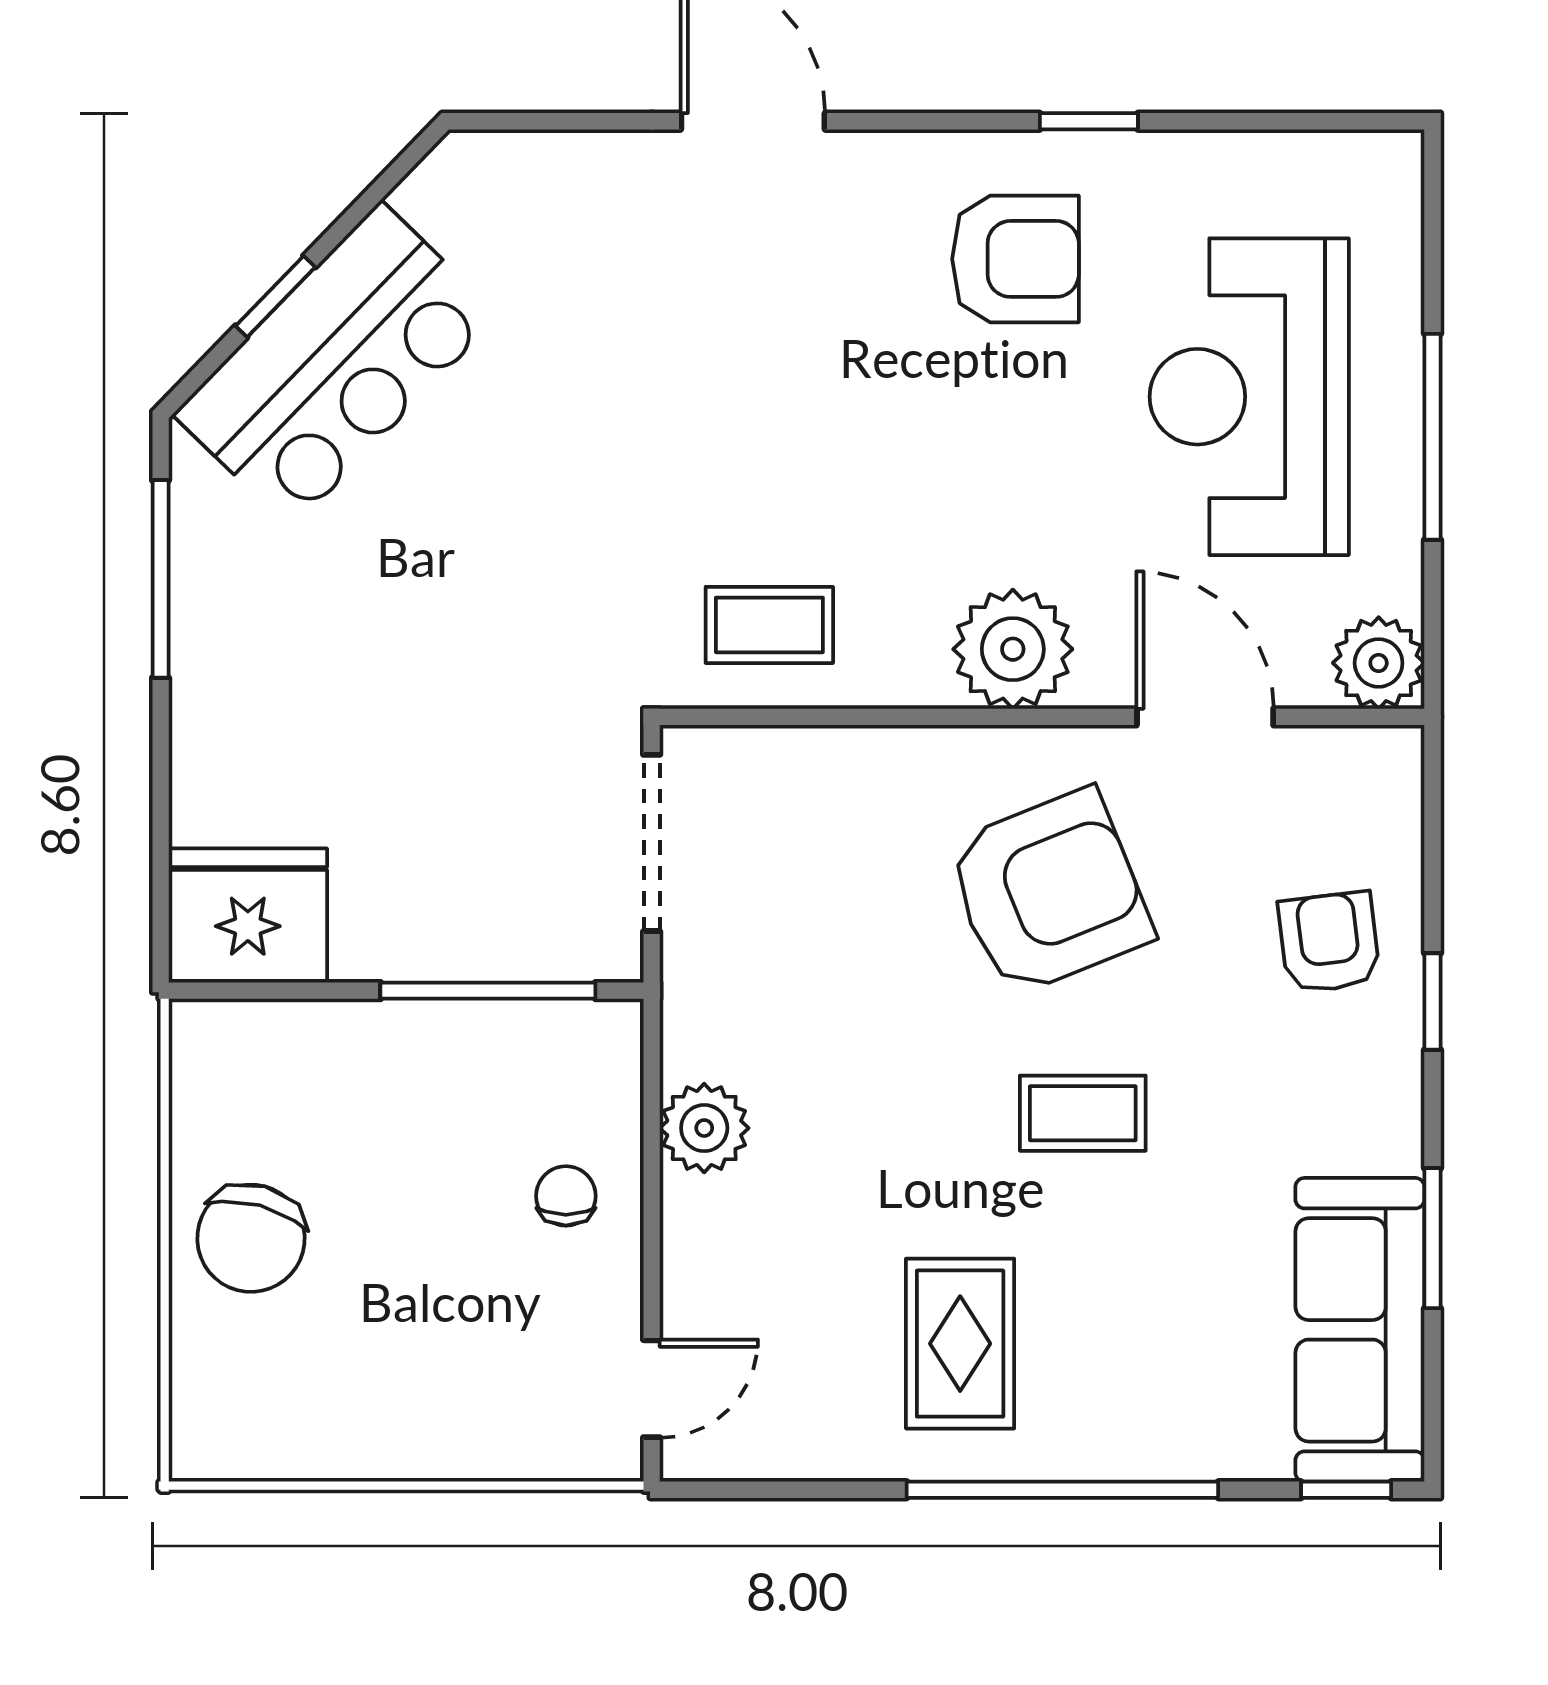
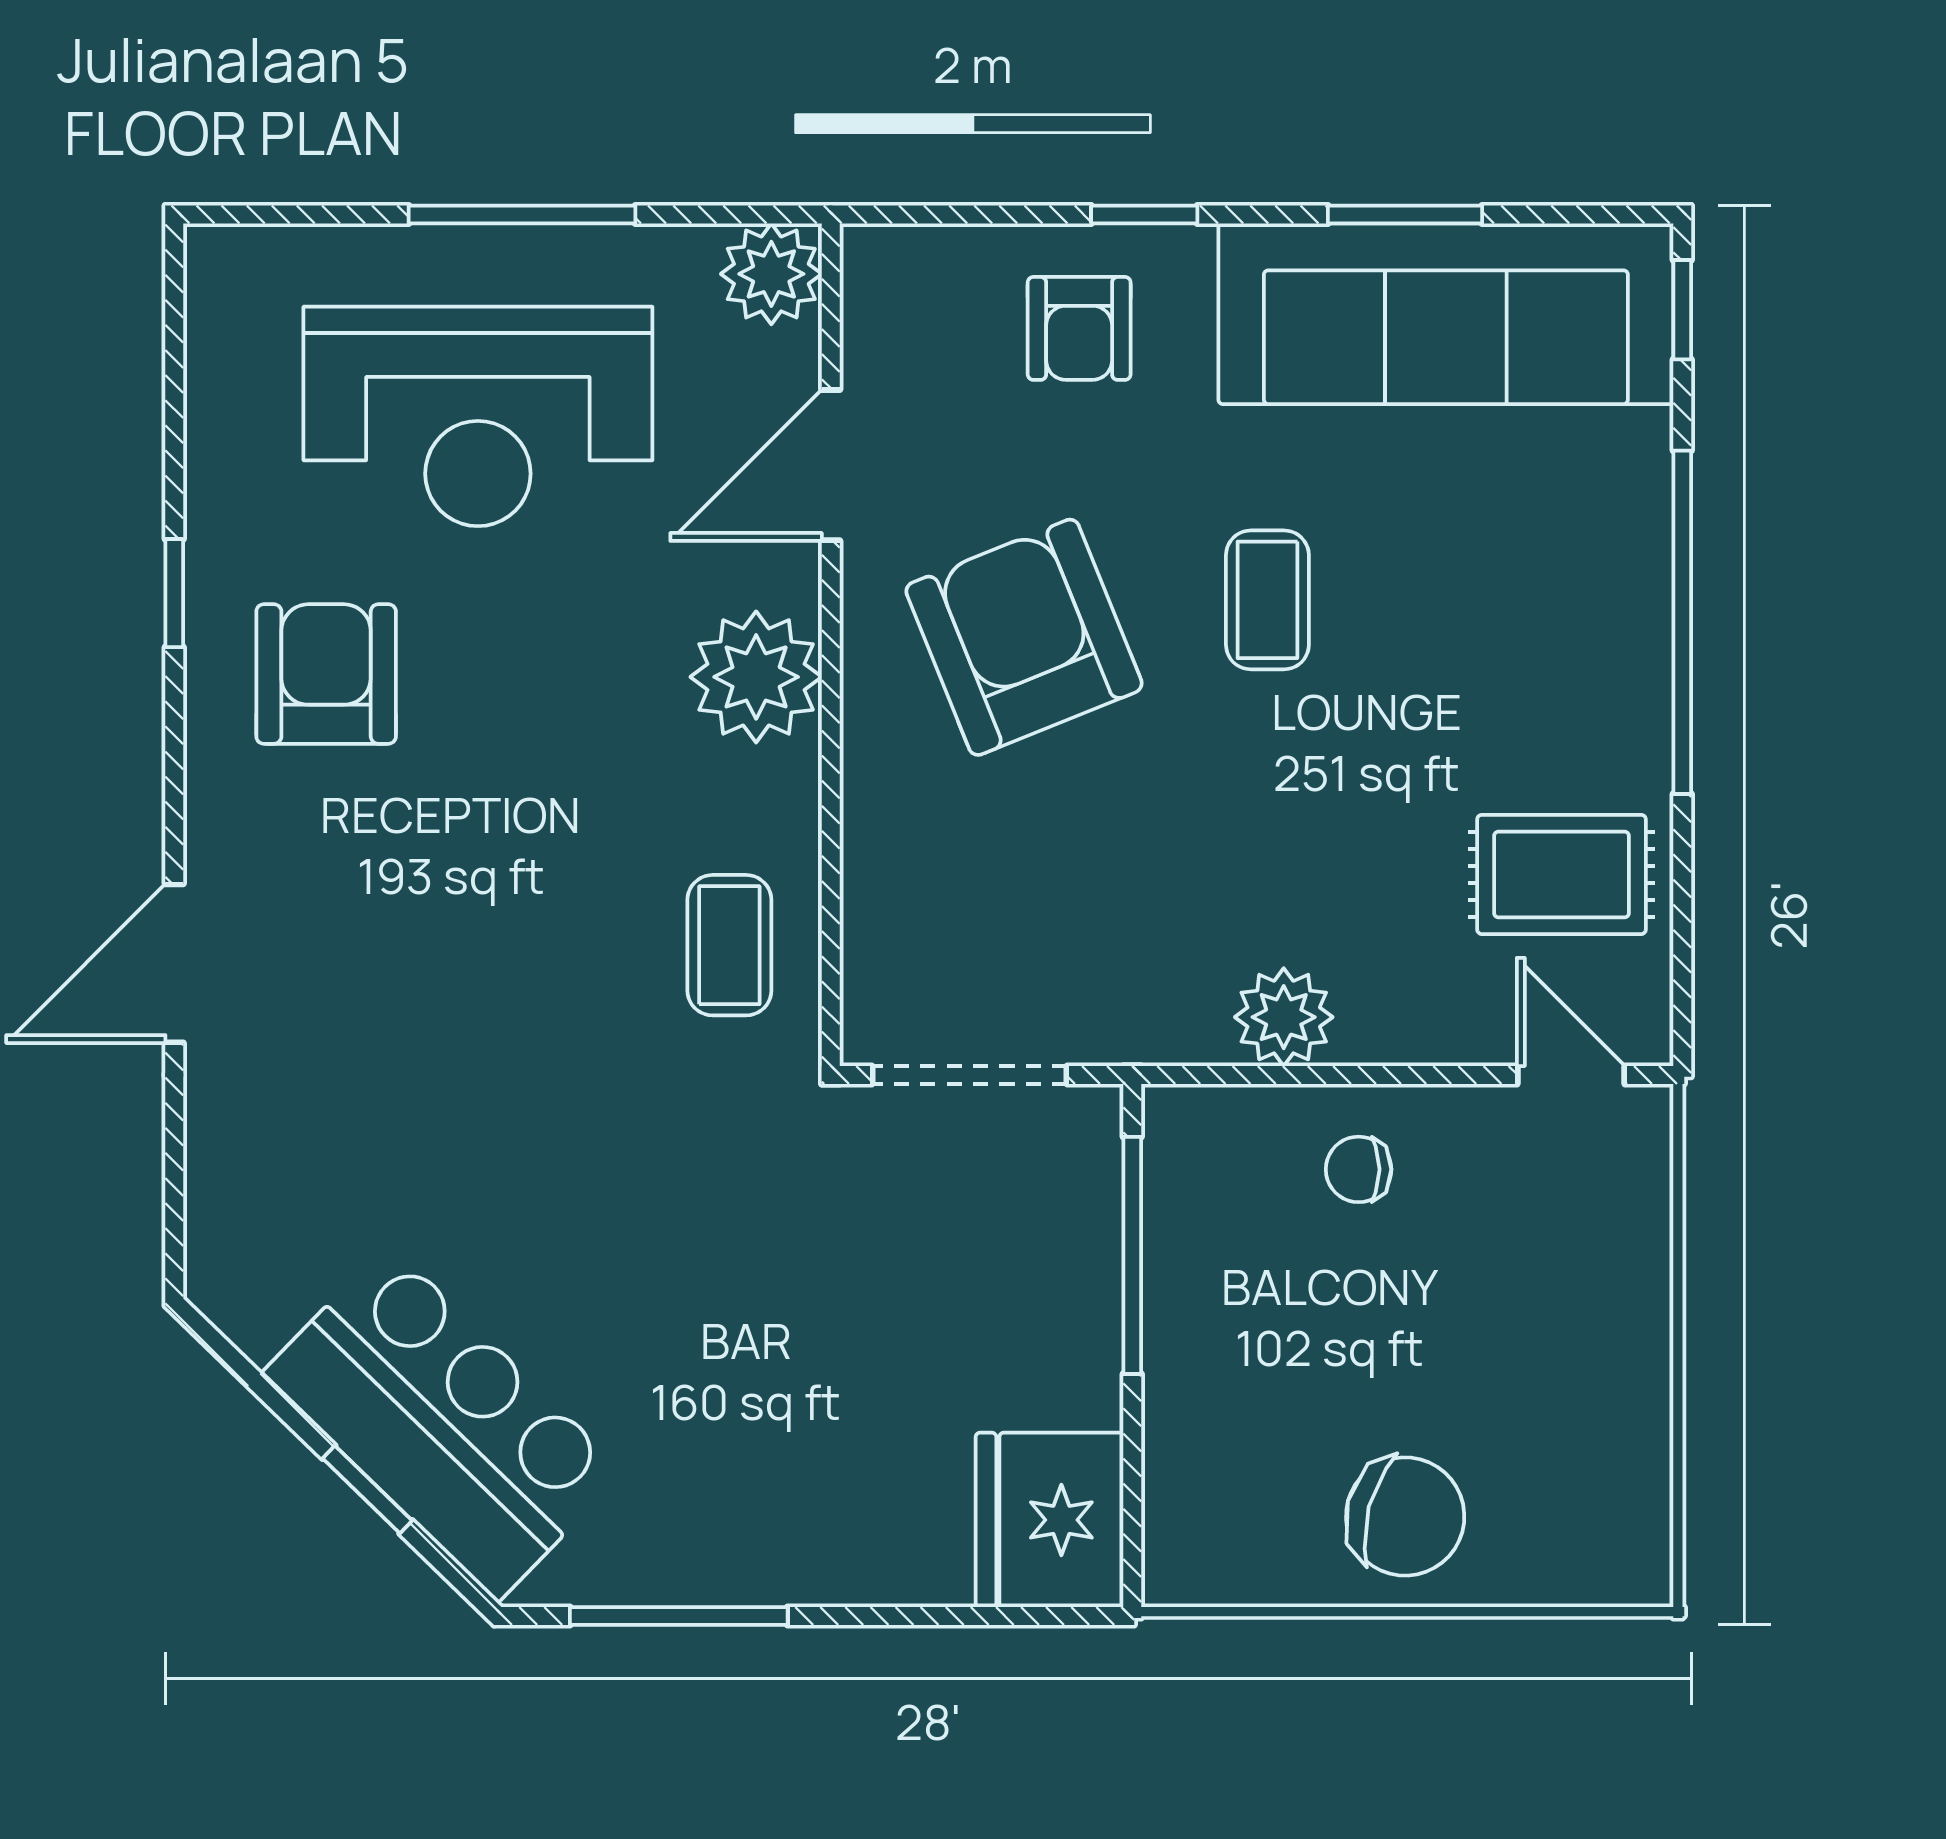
armchair: (1329, 942) -> (1079, 328), turned -83
sofa: (1360, 1330) -> (1446, 314), width x1.36, depth x1.27
rug: (960, 1344) -> (1561, 874), moved

